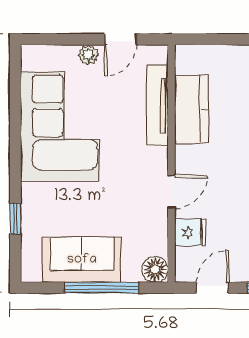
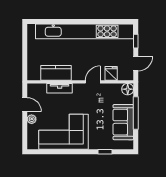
tv unit: (157, 106) -> (60, 88), width x0.71
door: (171, 192) -> (93, 82), hinge flipped
door: (212, 288) -> (136, 64), swing flipped

